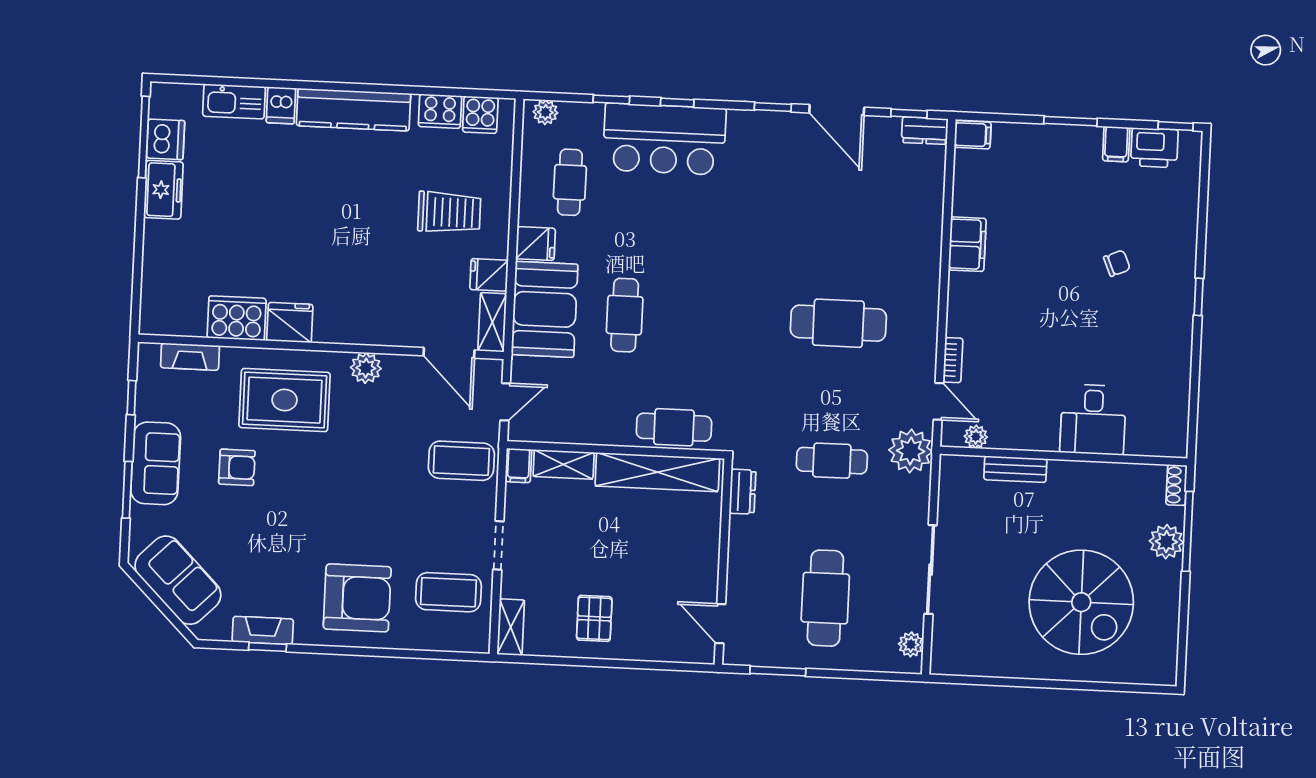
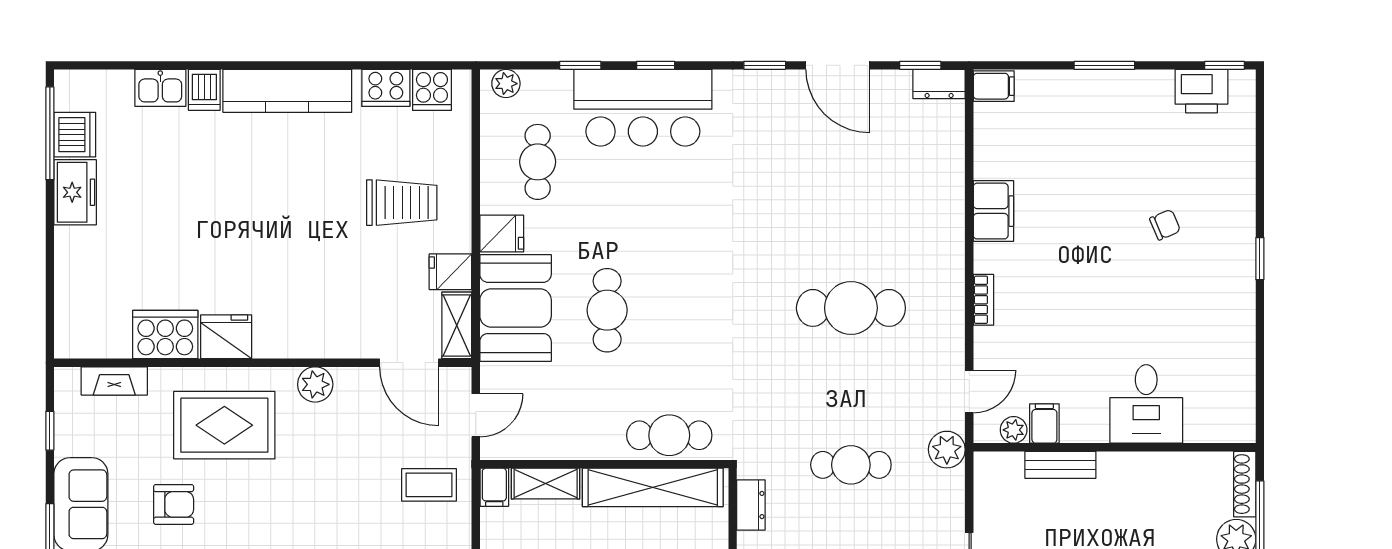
kitchen sink: (234, 101) -> (160, 88), width x0.73
filing cabinet: (1116, 144) -> (1044, 424), moved, turned 180
bookcase: (953, 360) -> (983, 300), moved
door: (939, 401) -> (969, 392), hinge flipped
plant: (911, 451) -> (947, 450), width x0.73, depth x0.73
coffee table: (461, 461) -> (429, 485), width x0.73, depth x0.77
shoe rack: (1176, 485) -> (1245, 484), width x1.43

